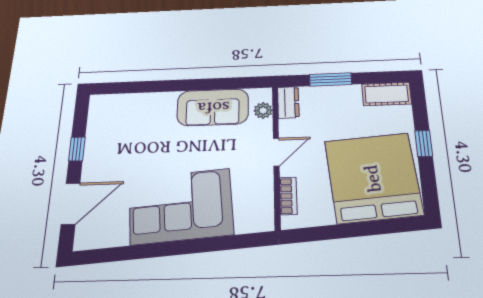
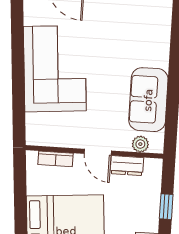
window: (331, 79) -> (166, 207), width x0.67
dresser: (288, 102) -> (127, 166), moved

